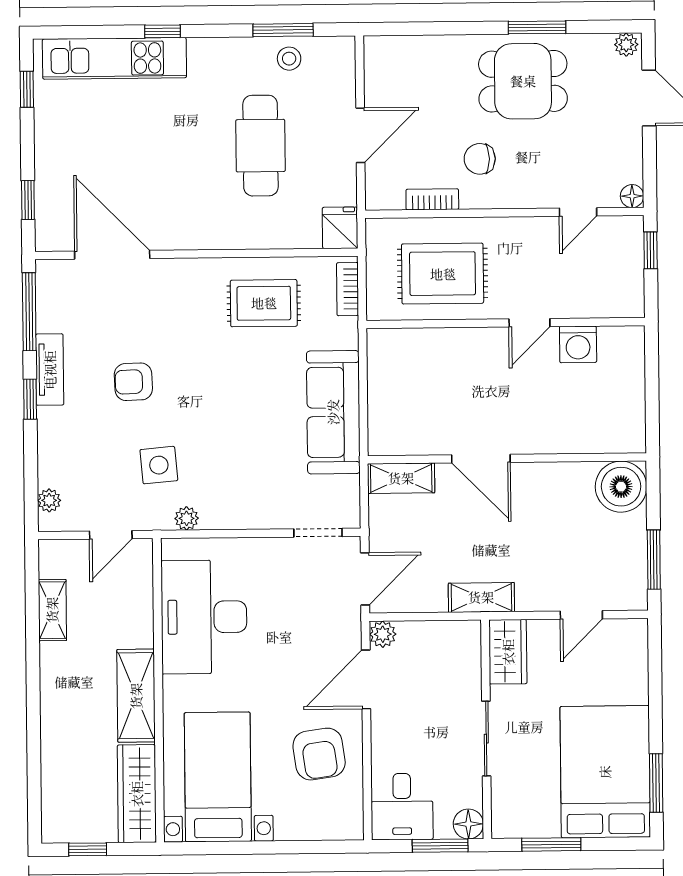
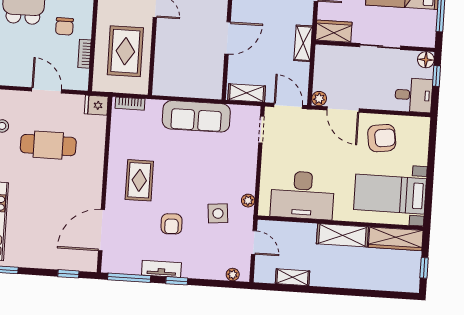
rug: (264, 303) -> (139, 180), moved
shelving: (401, 478) -> (247, 93), moved, turned 90
window: (440, 846) -> (436, 76), width x0.67

